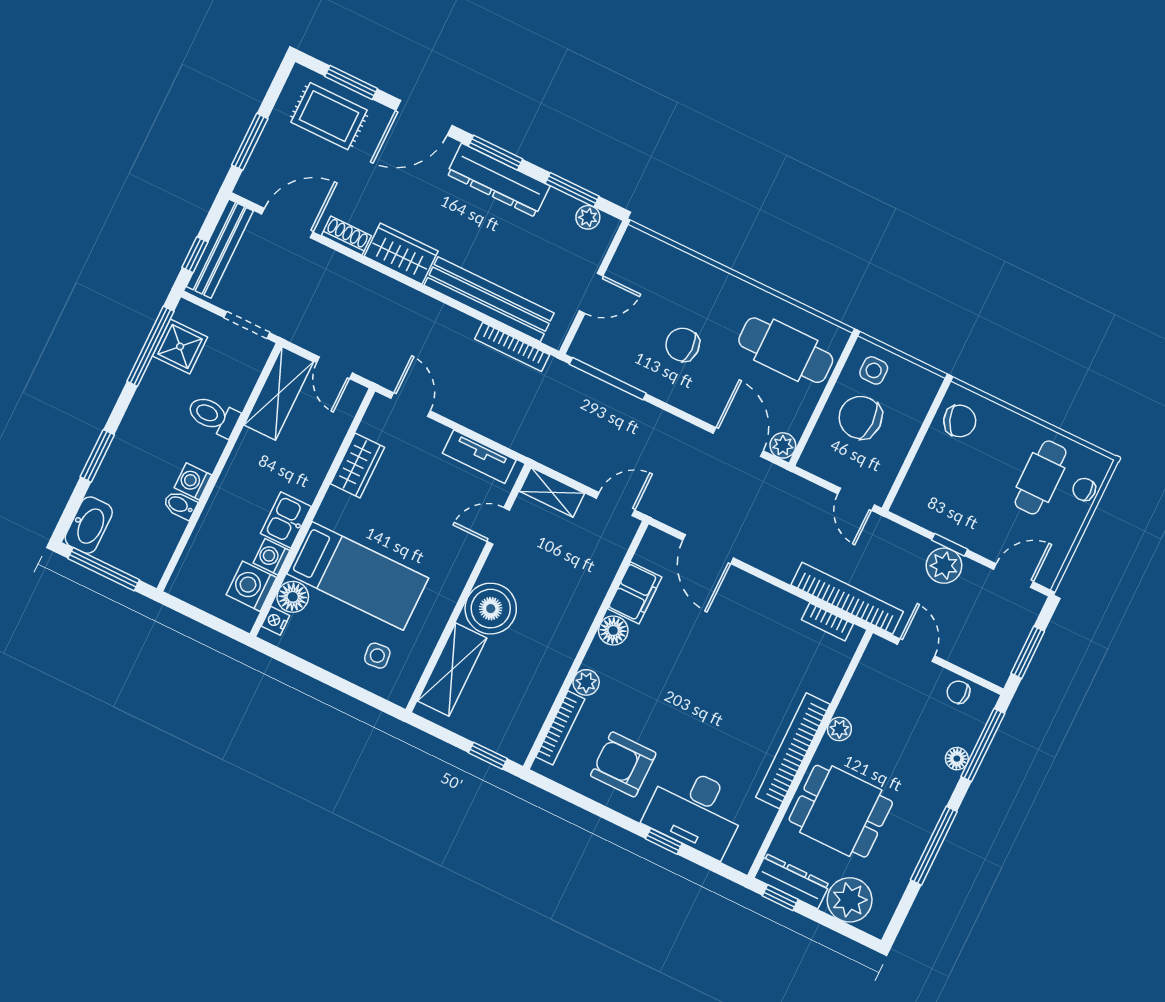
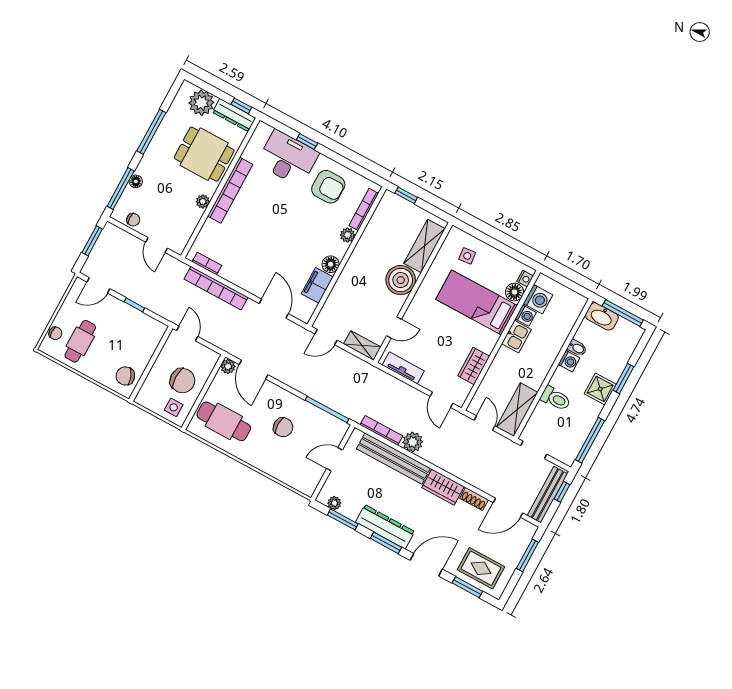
shower: (180, 346) -> (600, 389), moved
washbasin: (89, 525) -> (602, 316), moved, turned -90
plant: (944, 566) -> (413, 442), moved
bookcase: (847, 598) -> (216, 288), moved

